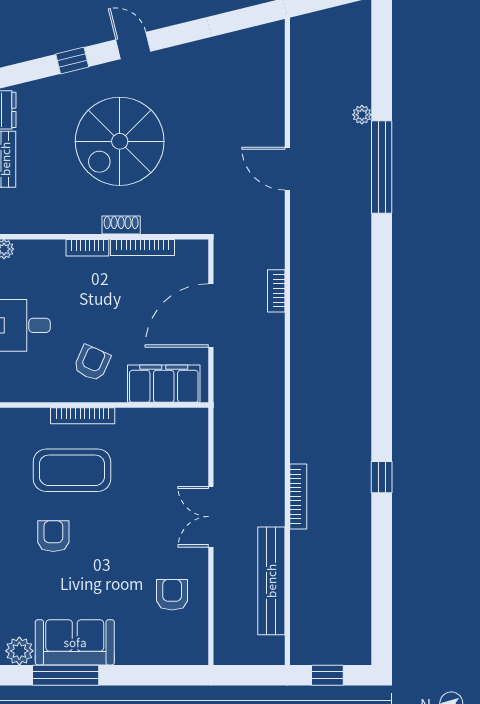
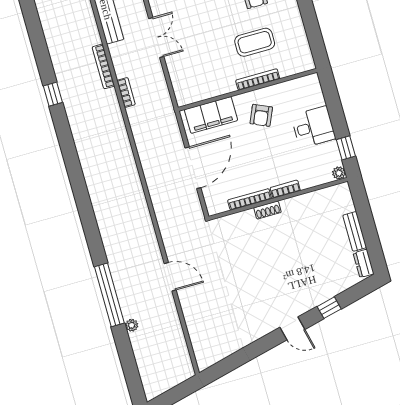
spiral stairs: (120, 141) -> (284, 264), removed
bookcase: (276, 291) -> (126, 92), moved
coffee table: (72, 470) -> (255, 42), width x0.73, depth x0.76

